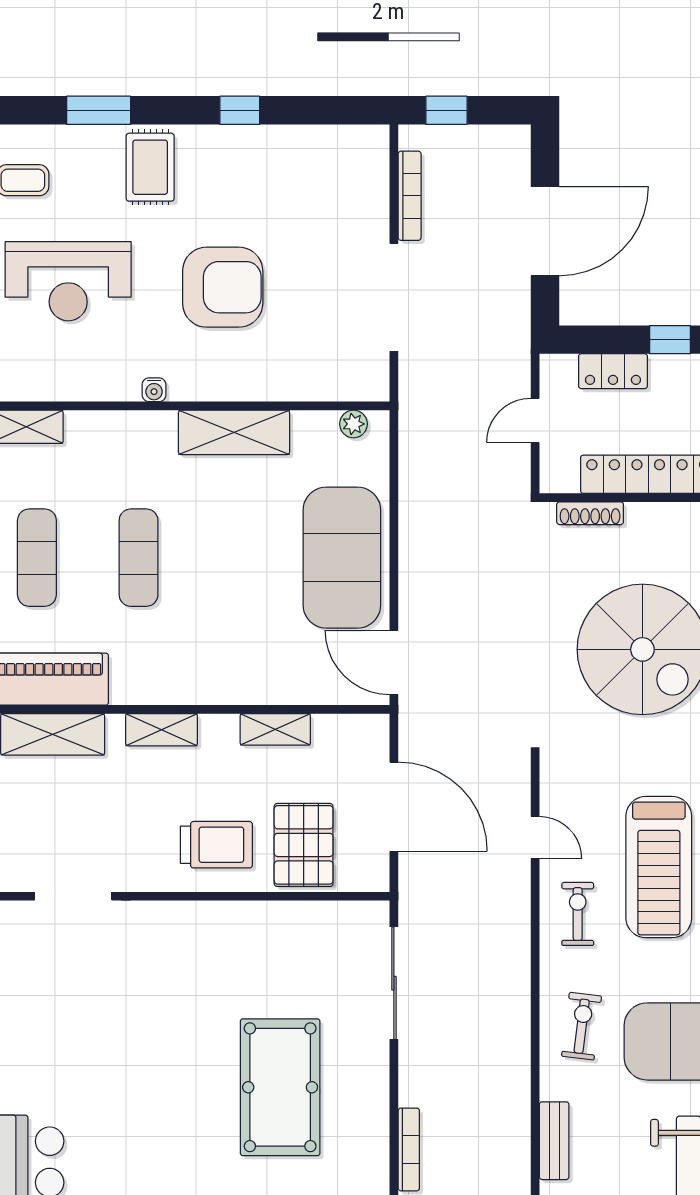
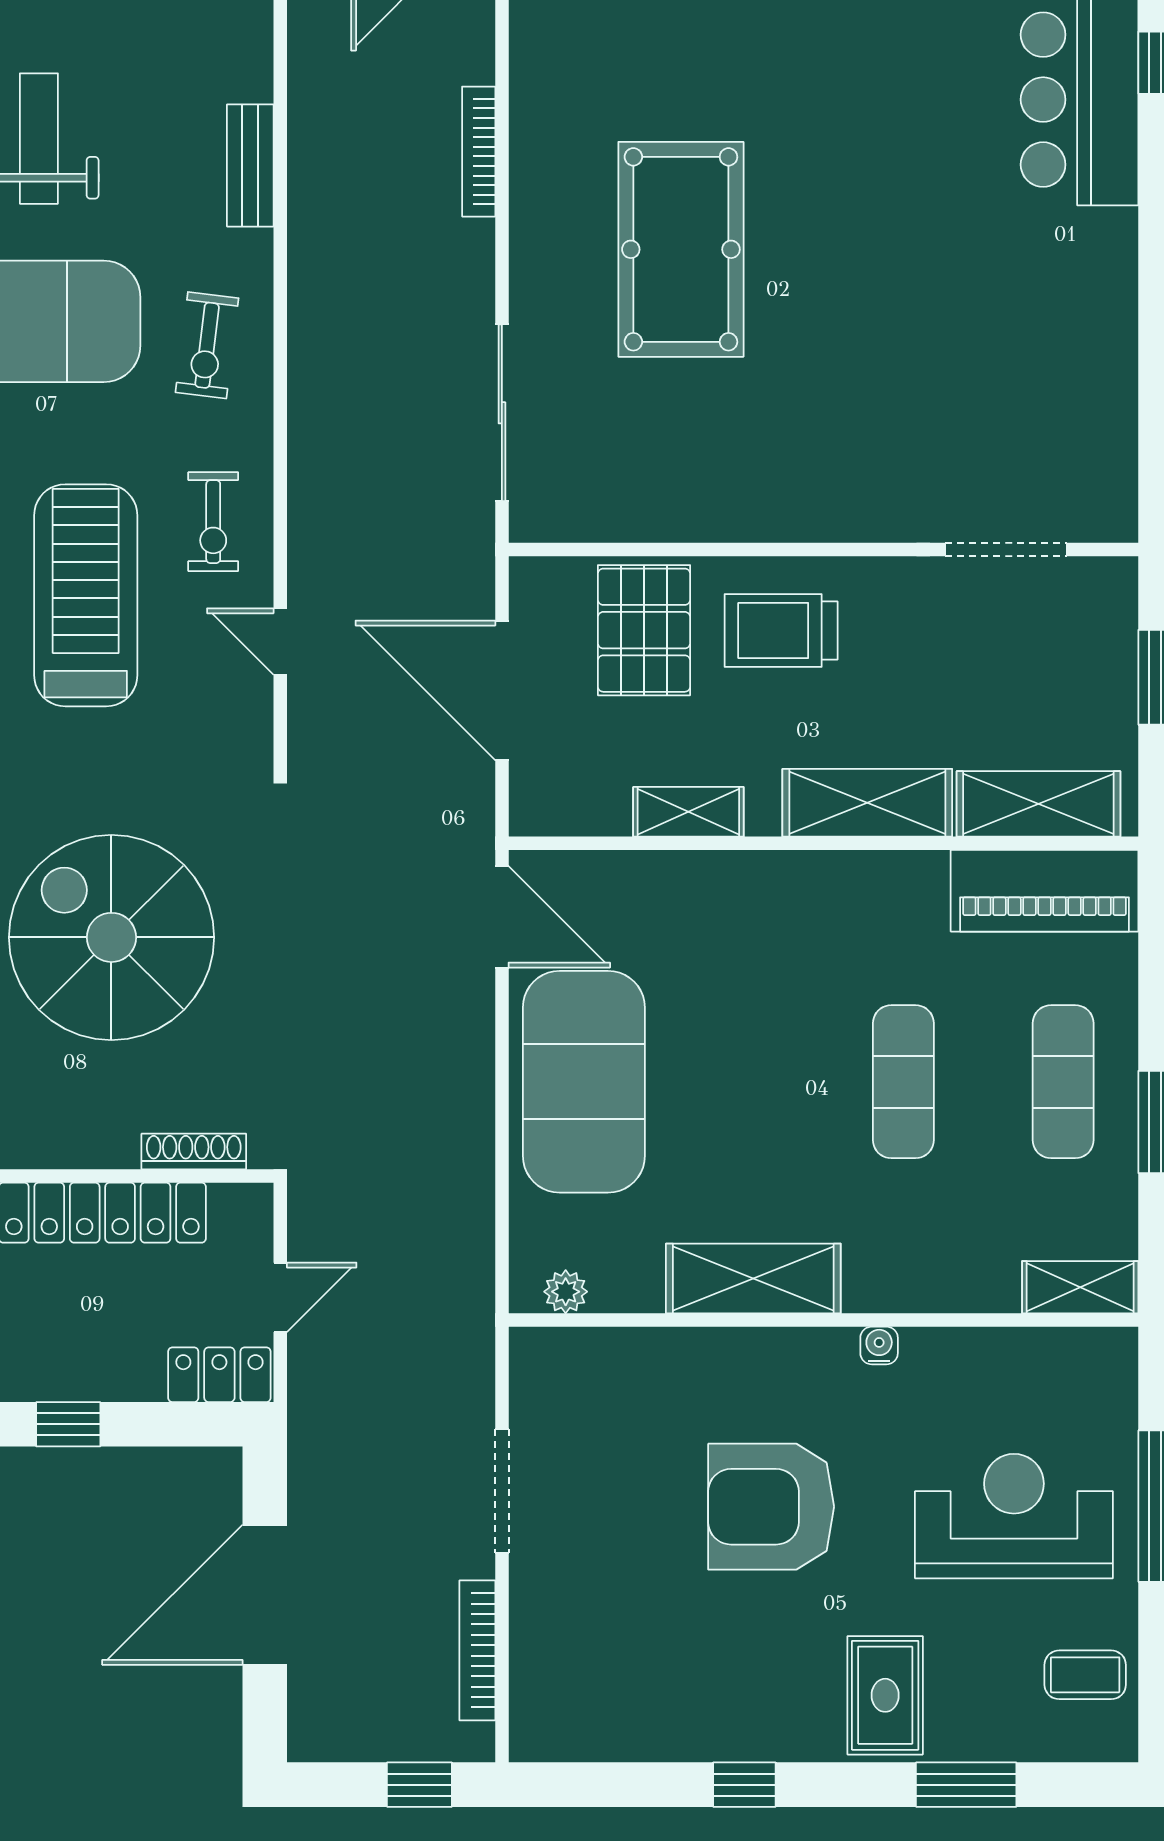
doorway: (394, 297) -> (502, 1491), width x0.73
locker: (613, 371) -> (219, 1375), moved
shelving: (162, 730) -> (867, 803), width x1.50, depth x1.33

